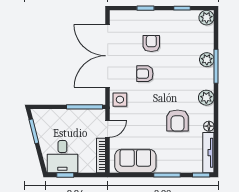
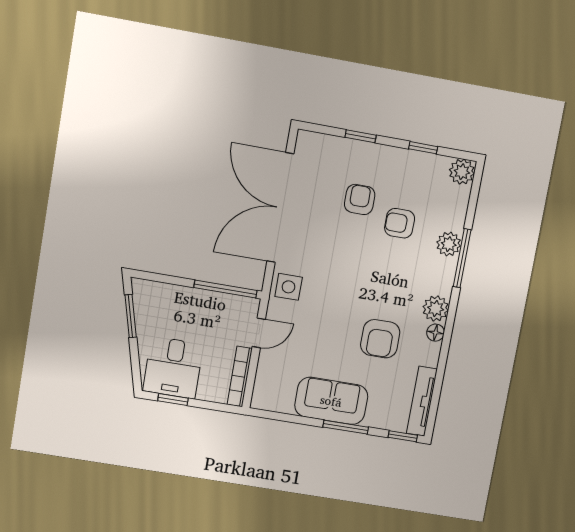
armchair: (145, 74) -> (400, 223), moved
floor lamp: (209, 126) -> (435, 333), moved
sofa: (135, 161) -> (331, 401), moved

